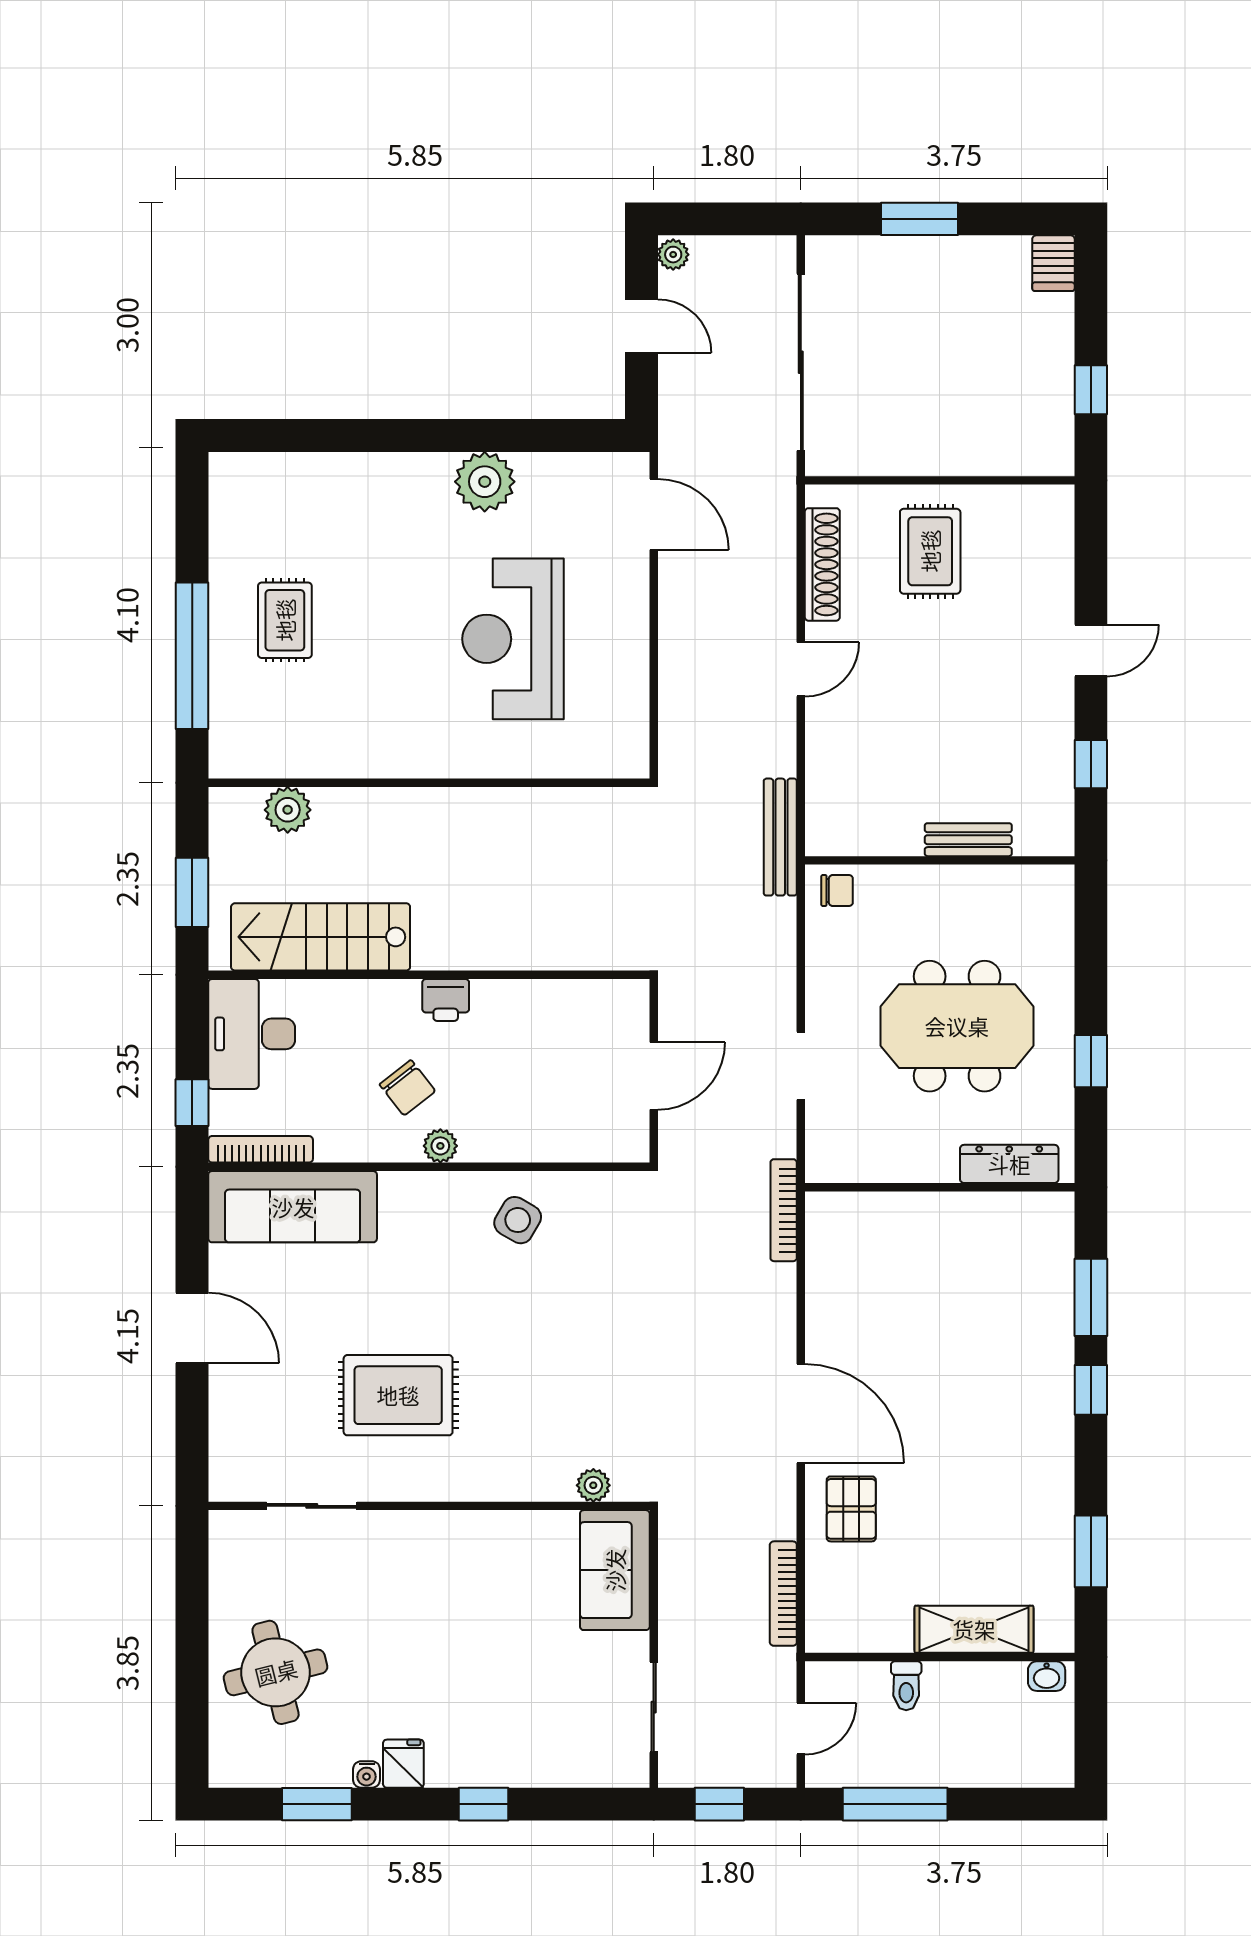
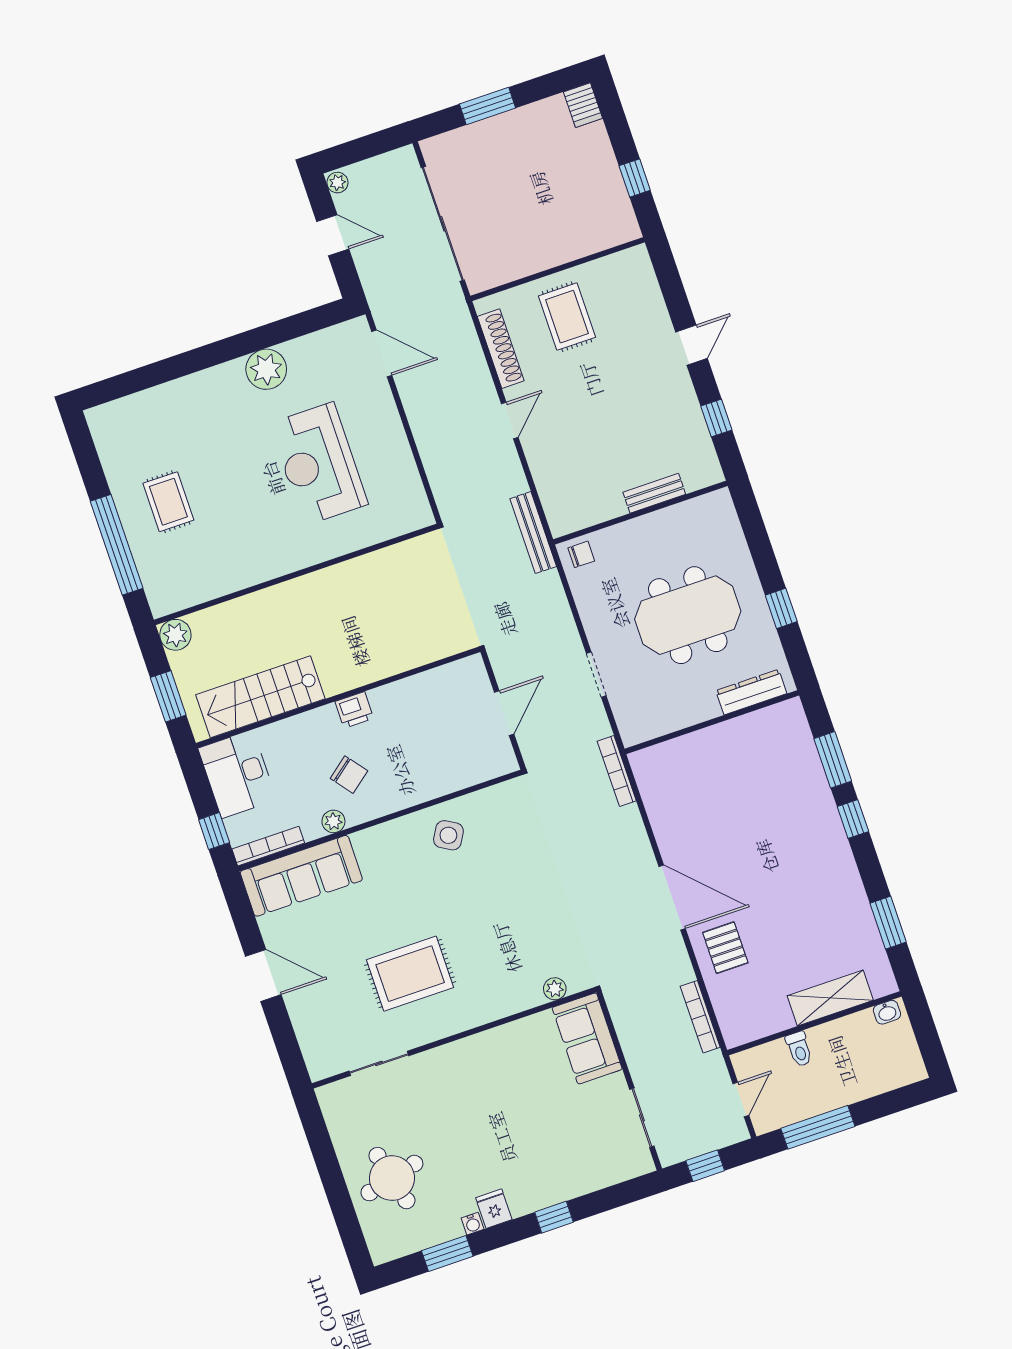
plant: (288, 810) -> (175, 635), moved
plant: (440, 1146) -> (333, 821), moved

